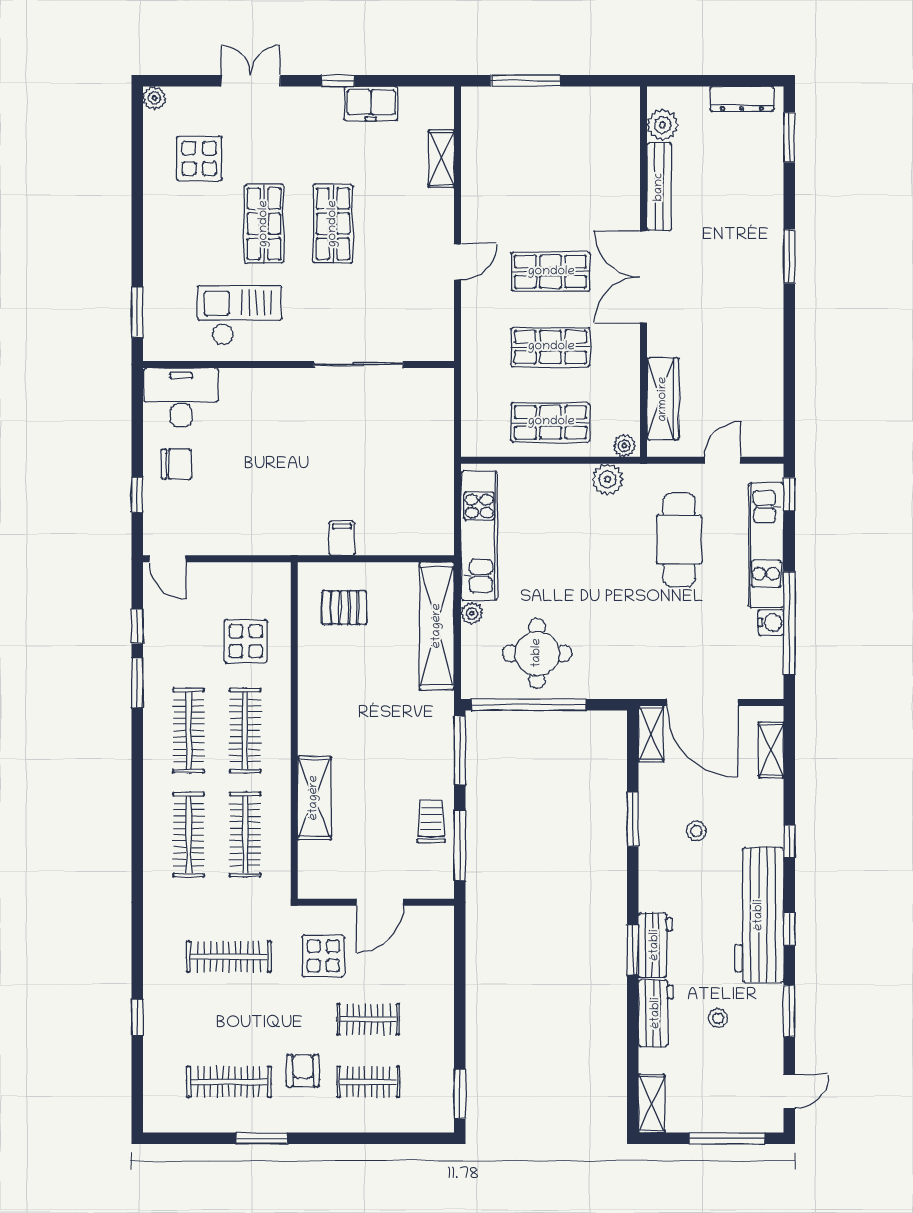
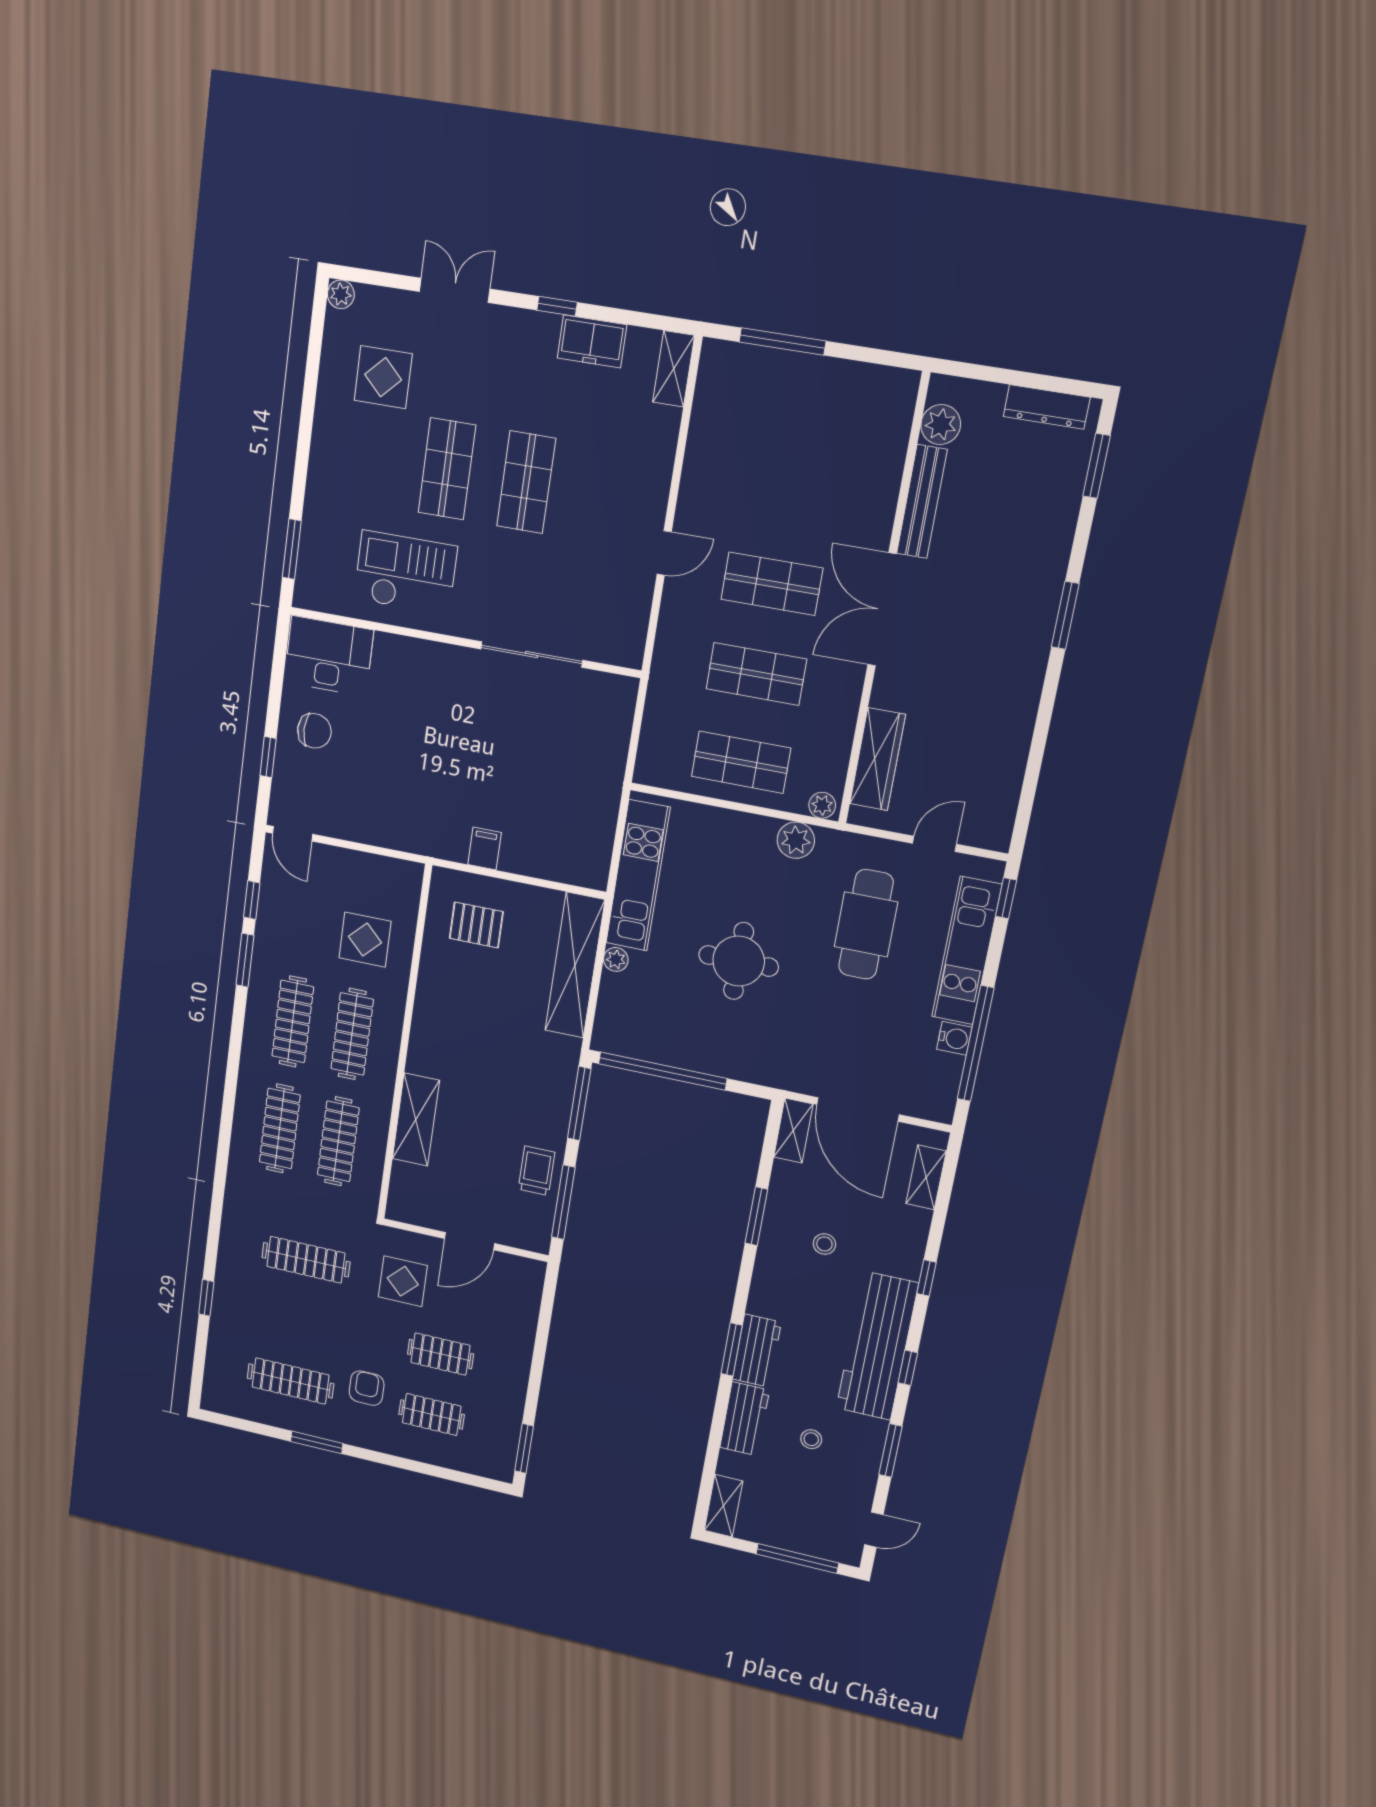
shelving: (441, 159) -> (674, 369), moved
round table: (537, 653) -> (739, 961), moved

